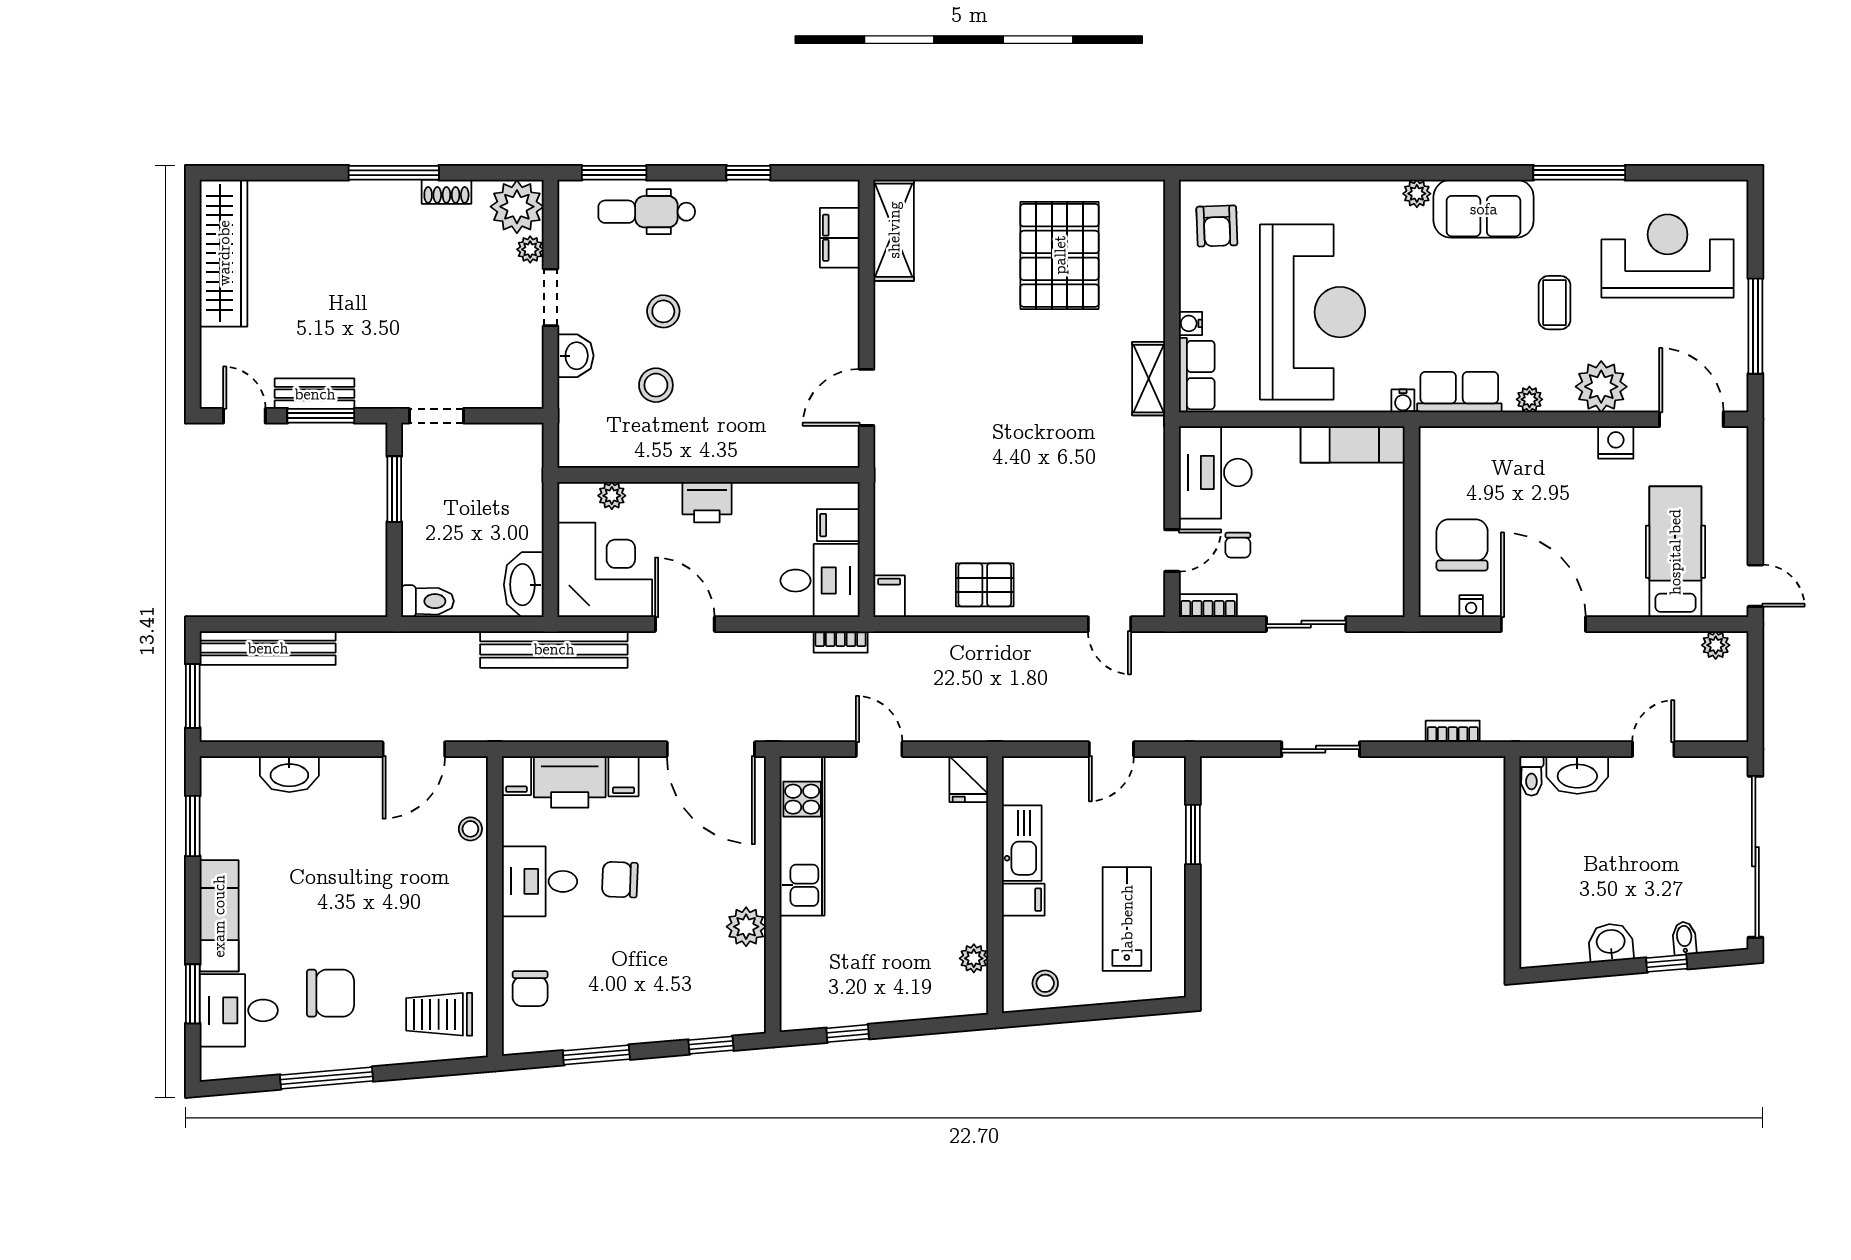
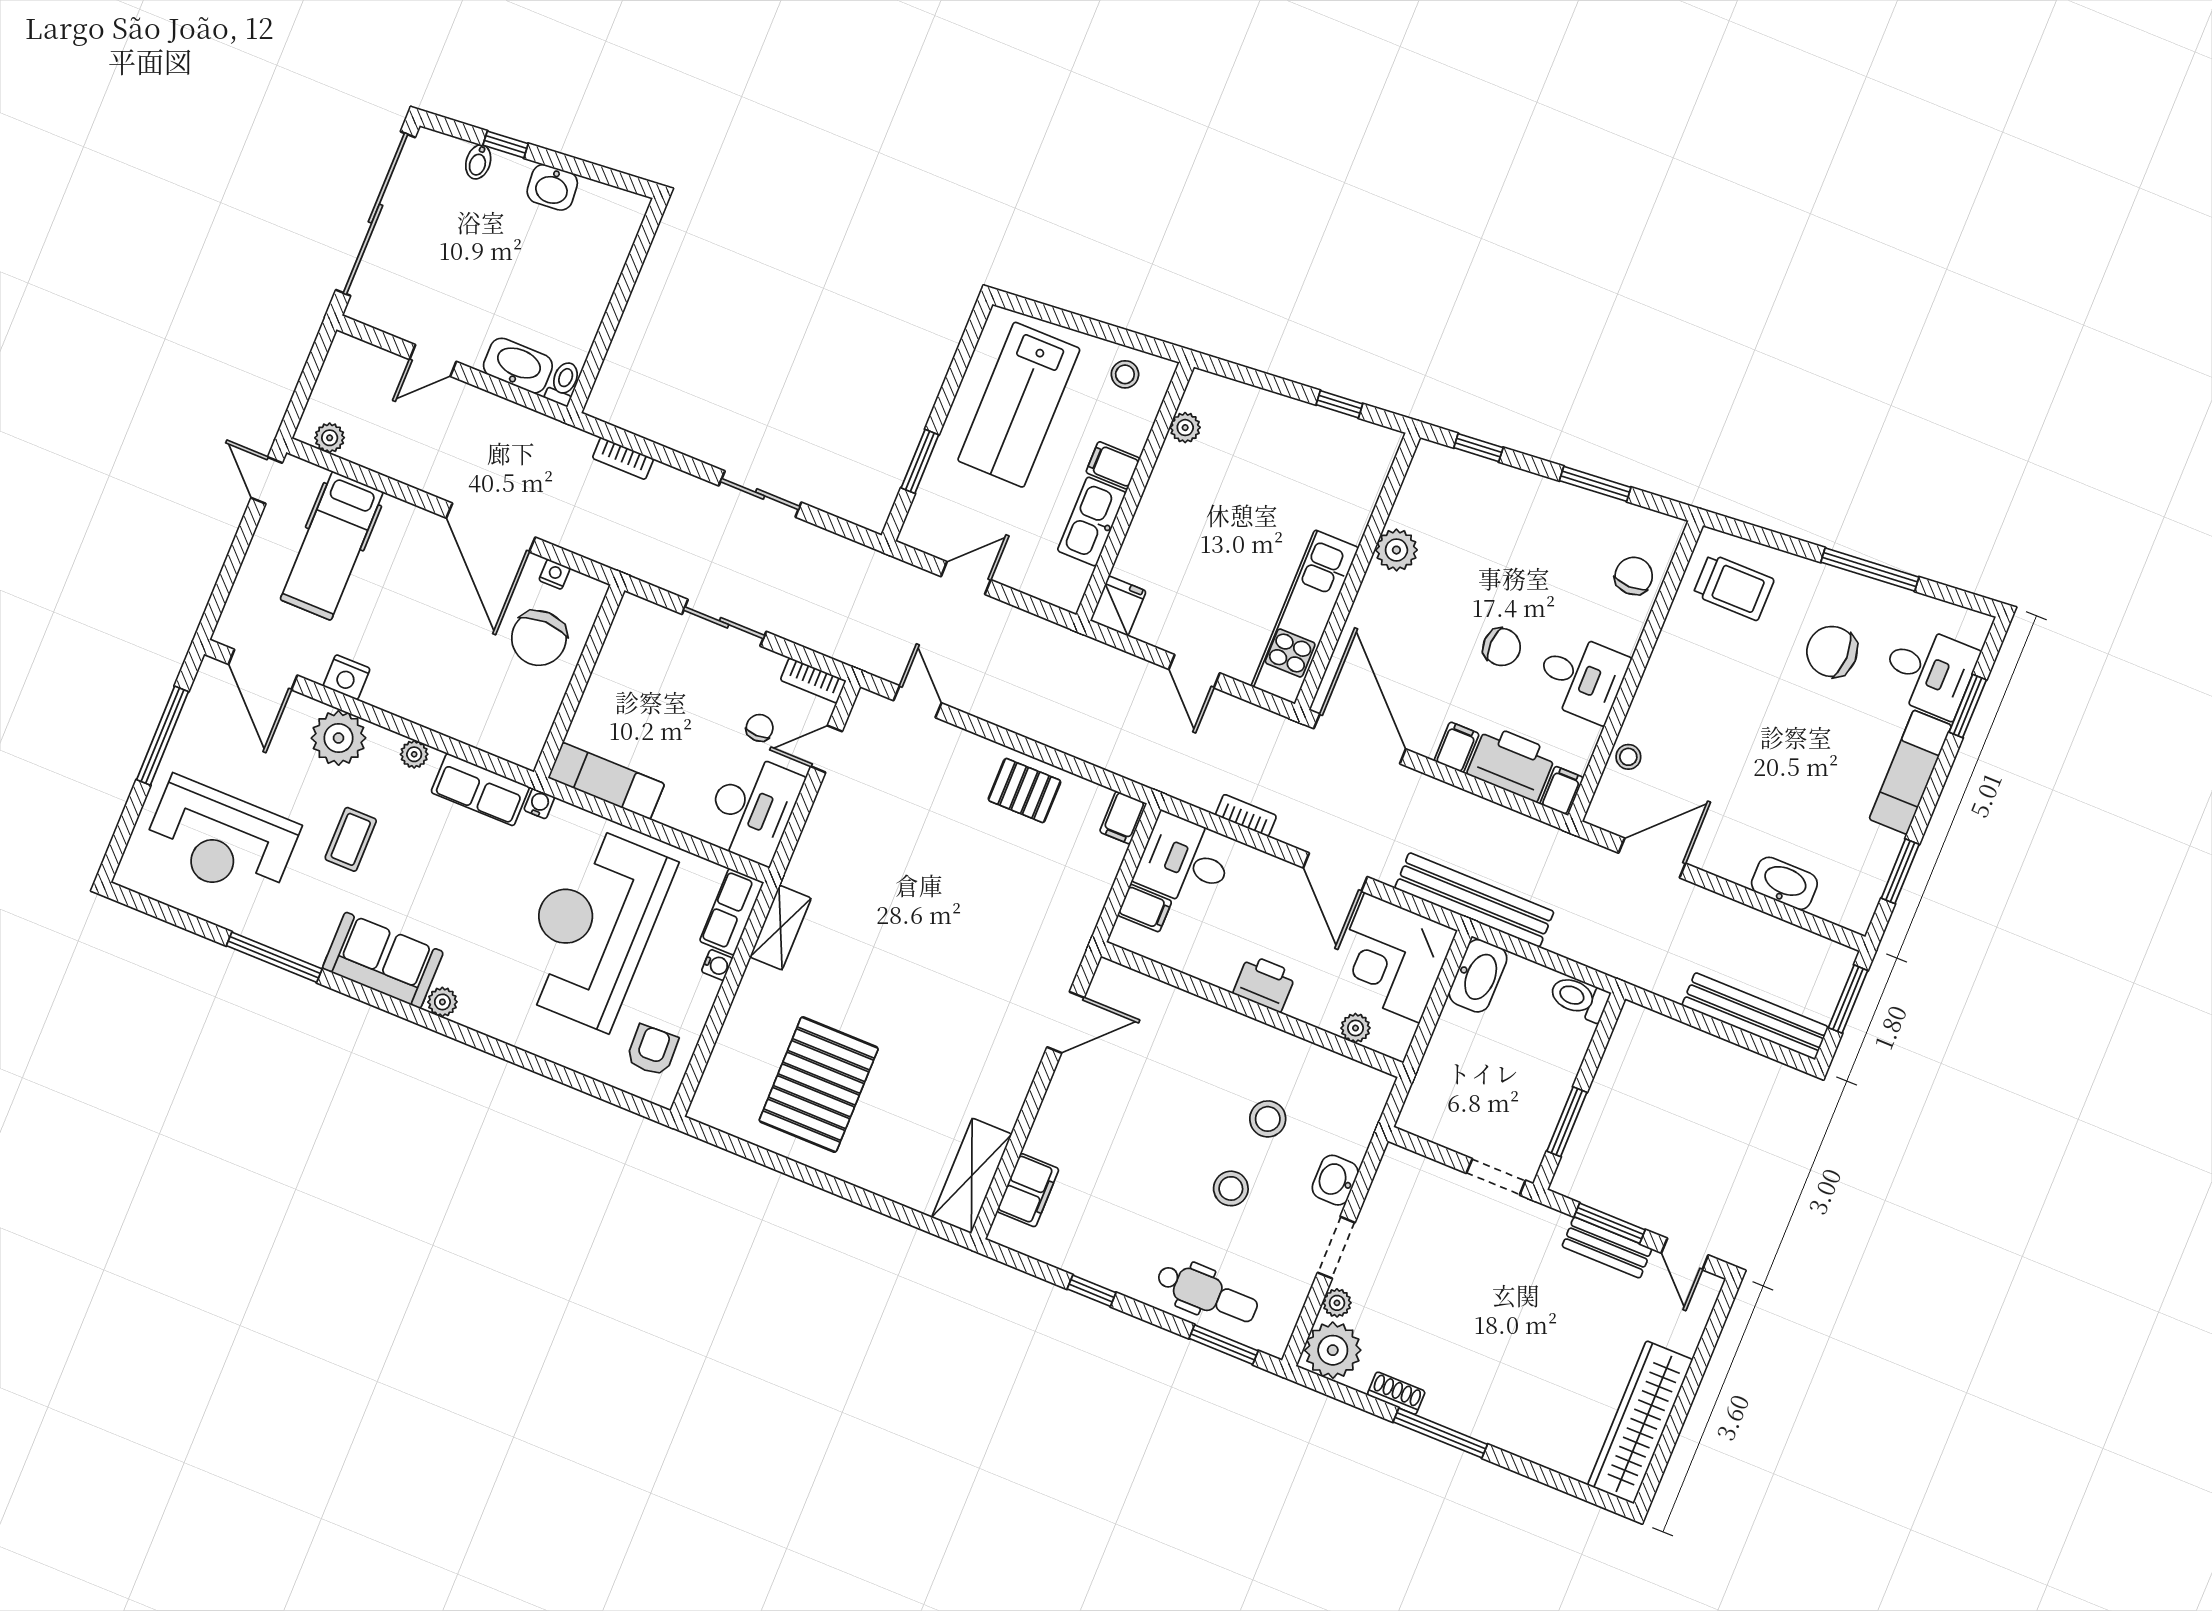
bookcase: (841, 642) -> (1246, 815), moved
lab bench: (1127, 919) -> (1019, 405), width x1.36, depth x1.39

